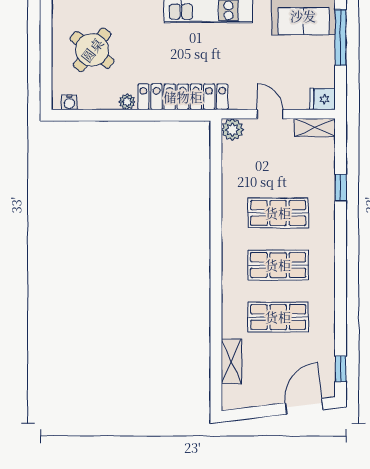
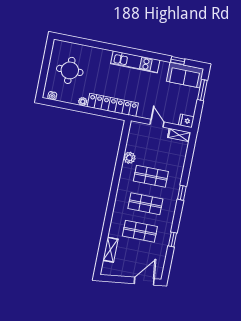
window: (341, 37) -> (202, 90), width x0.69
round table: (92, 50) -> (70, 70), turned -38
plant: (232, 130) -> (129, 158), moved
window: (341, 187) -> (182, 193), moved
window: (341, 369) -> (173, 239), moved

